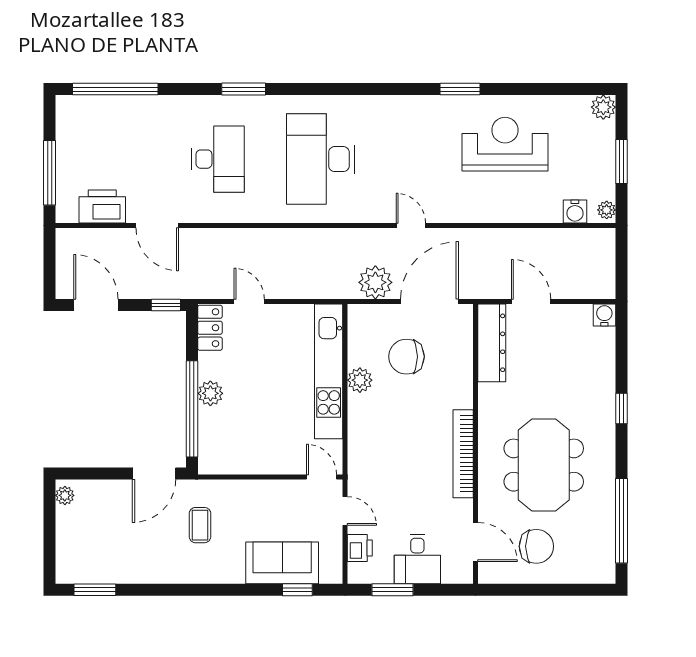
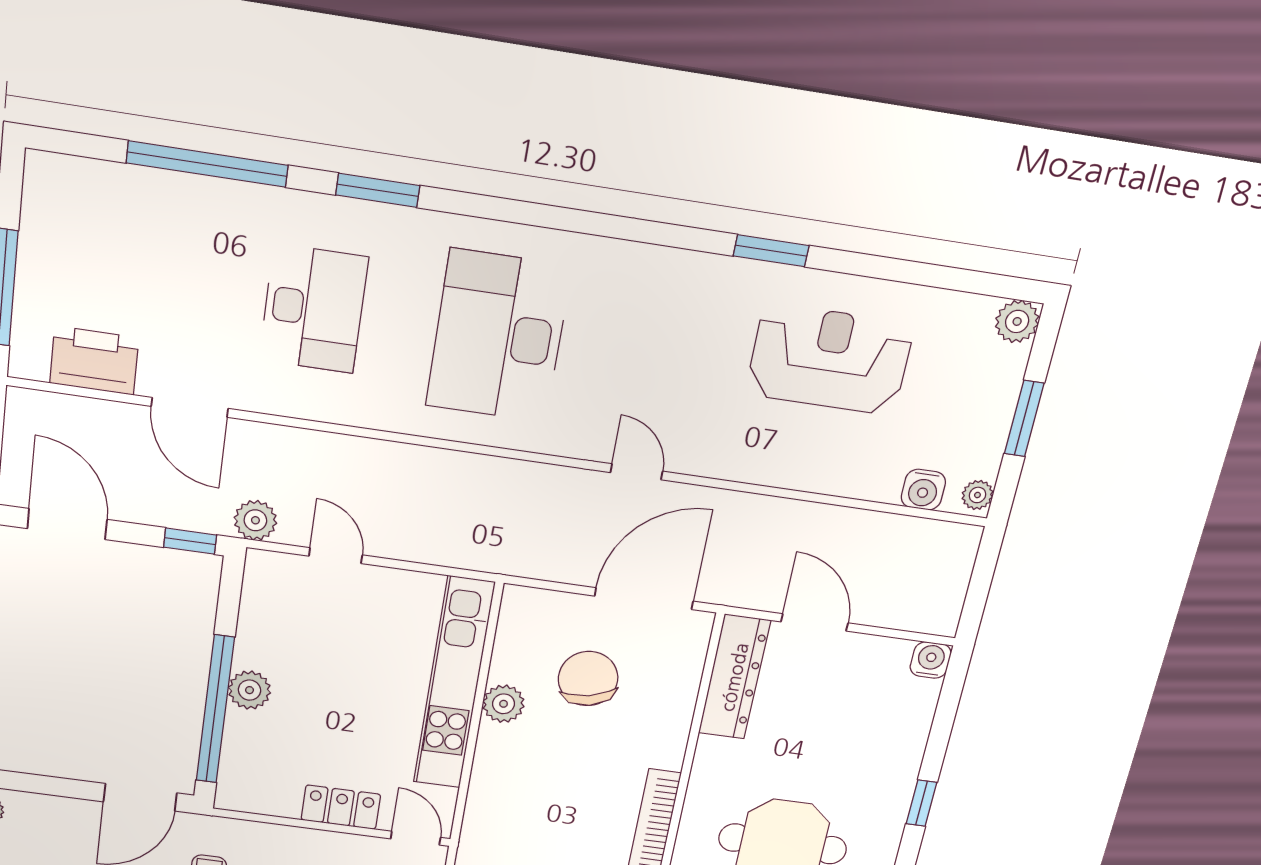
window: (115, 89) -> (207, 164), moved
plant: (375, 282) -> (255, 520), moved, width x0.73, depth x0.73
locker: (210, 328) -> (341, 807), moved, turned -90
chair: (406, 357) -> (588, 679), turned 77

